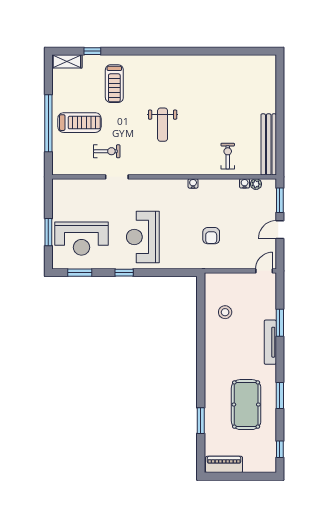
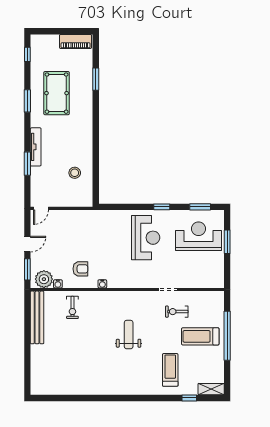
plant: (256, 184) -> (44, 279), width x1.87, depth x1.87
armchair: (211, 236) -> (80, 269), moved, turned 90

